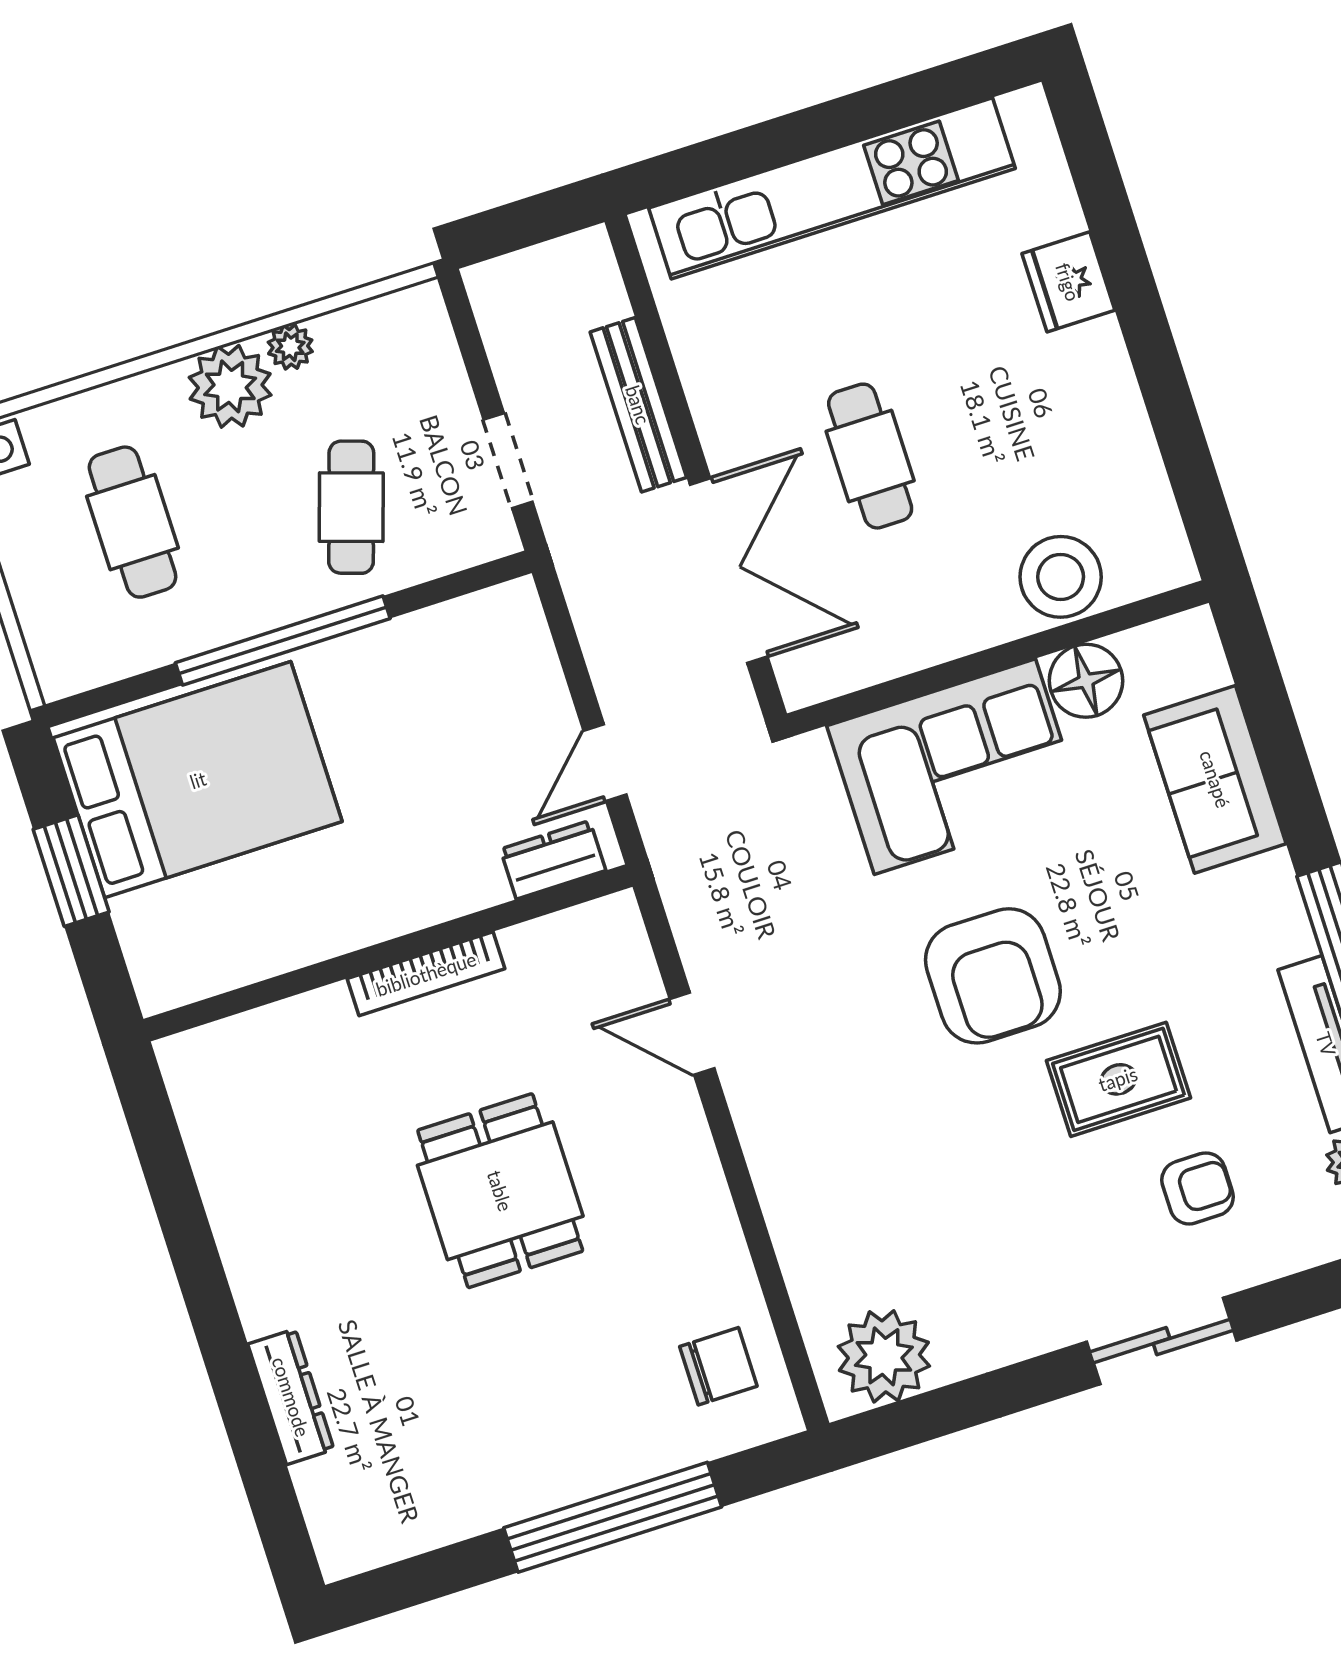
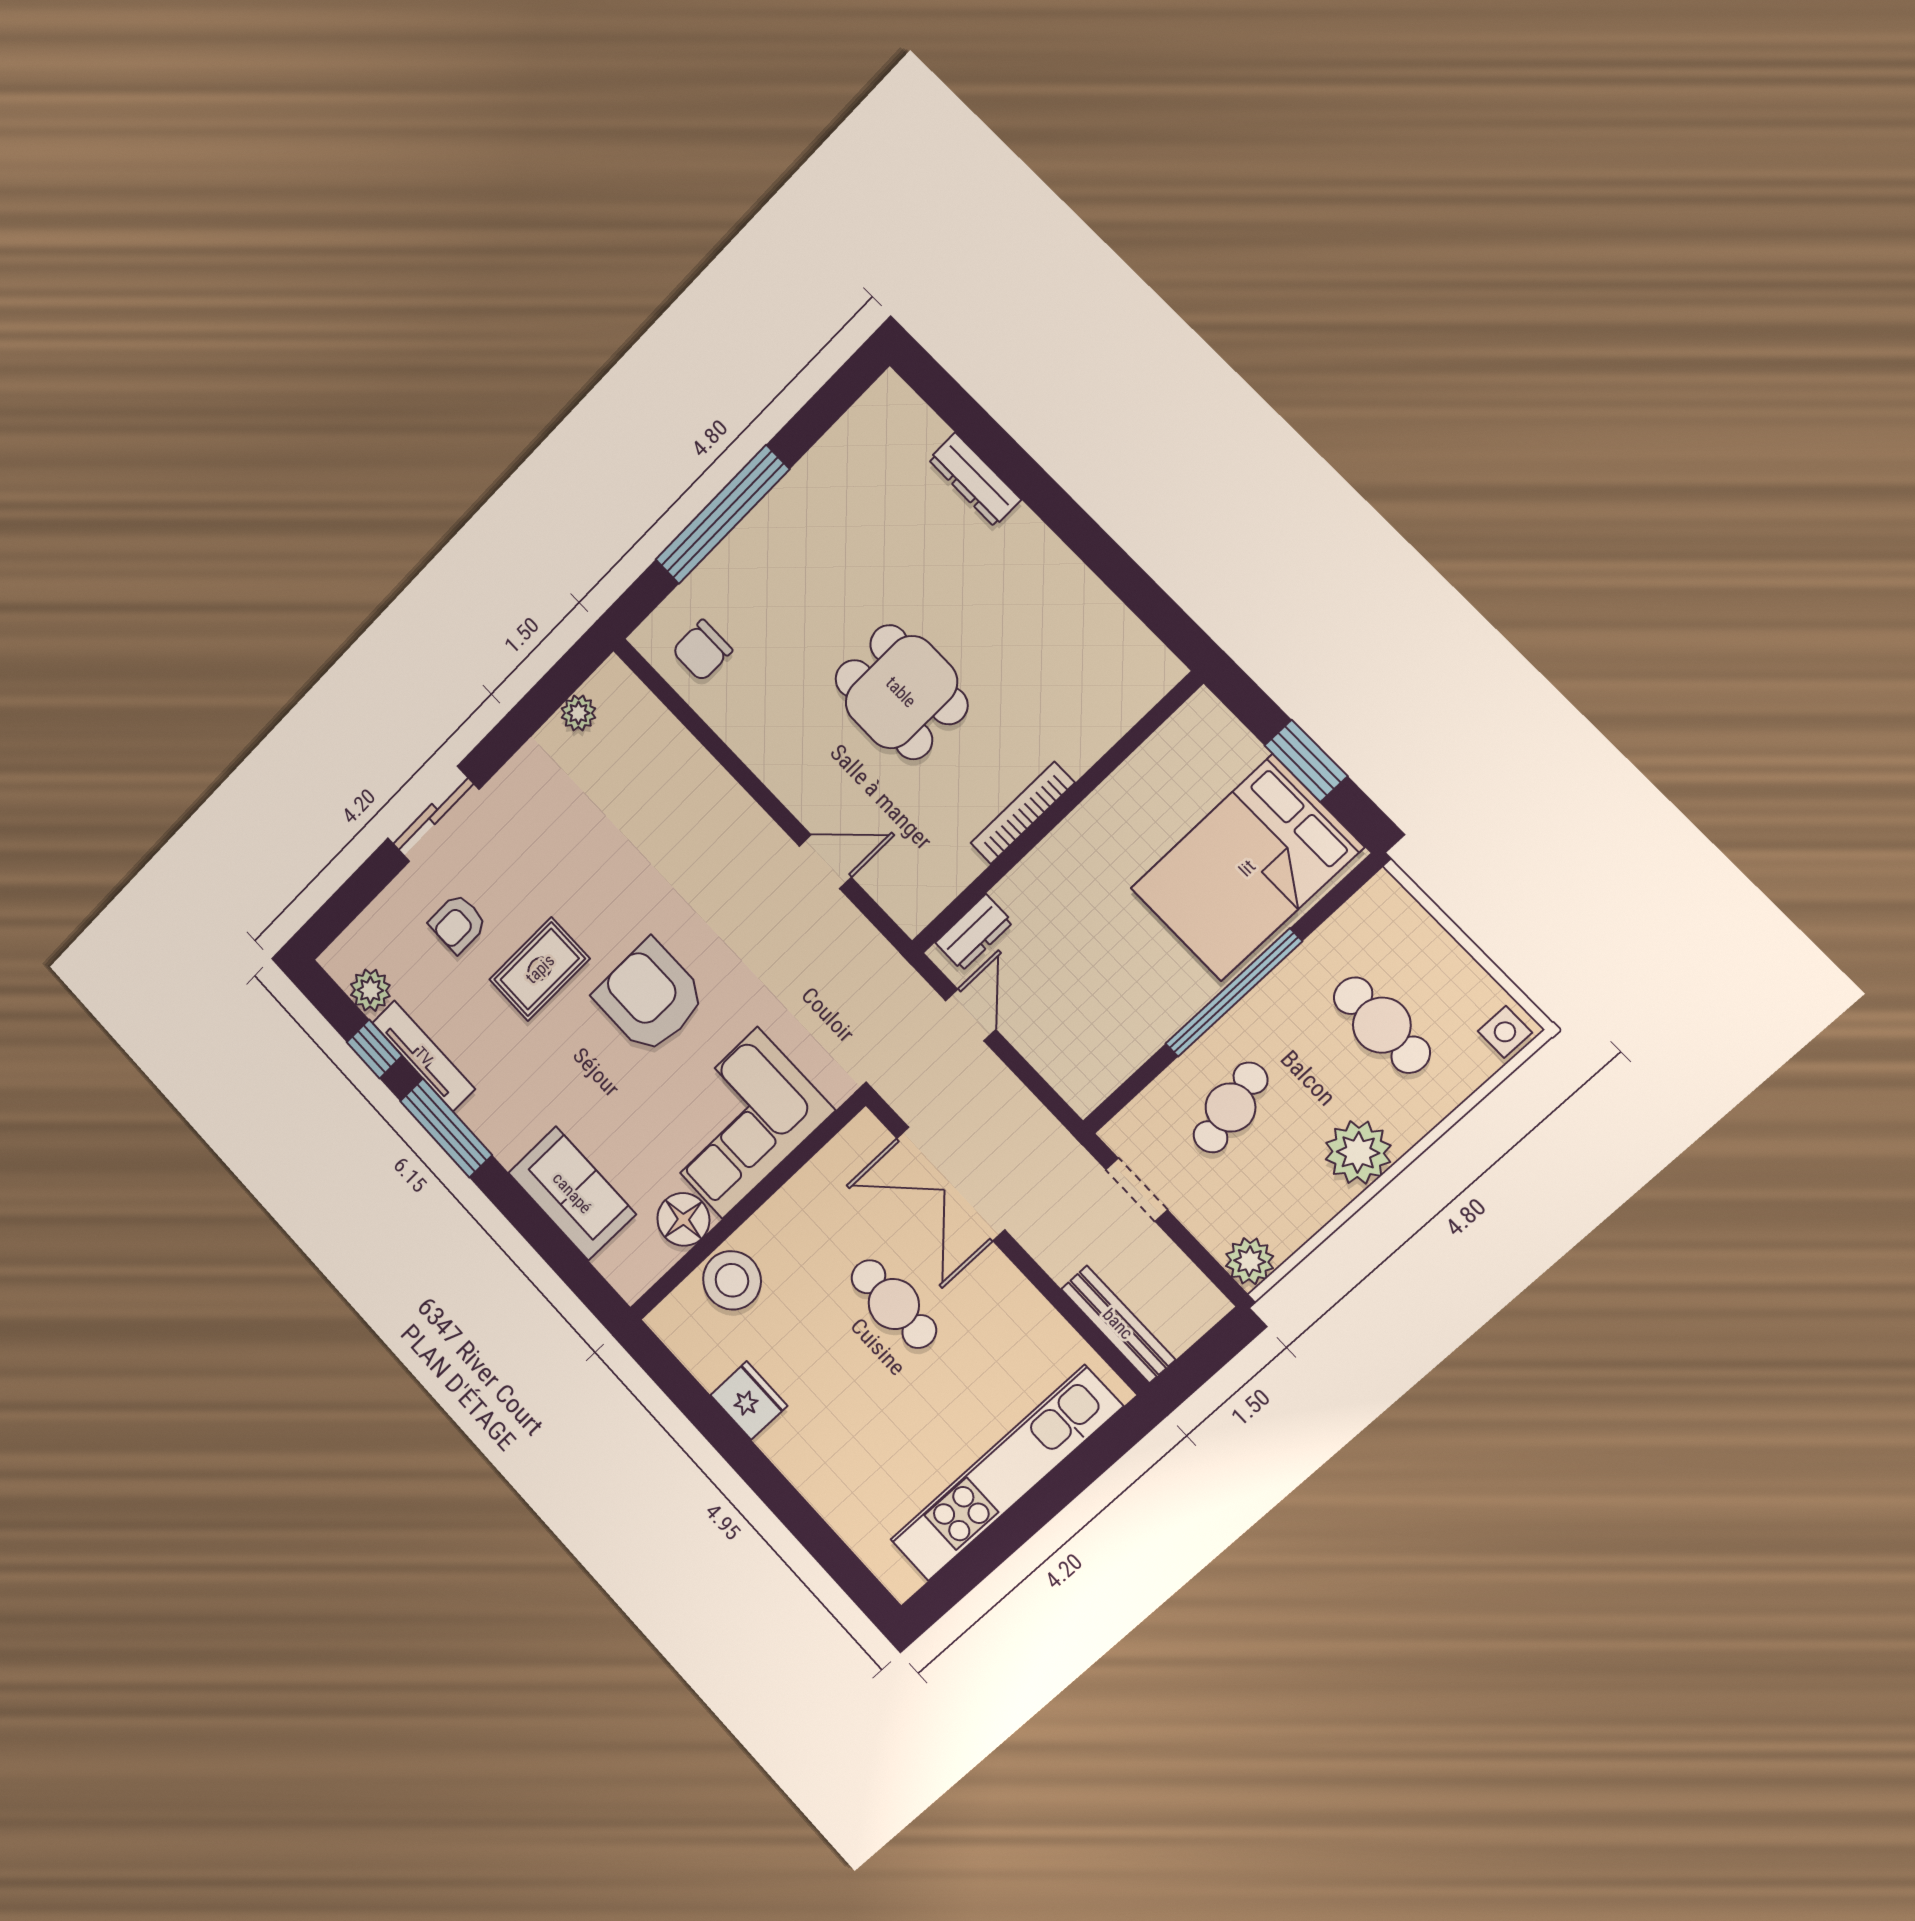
fridge: (1068, 282) -> (749, 1400), moved
plant: (290, 347) -> (1250, 1261), moved, width x1.38, depth x1.38
bench: (638, 405) -> (1118, 1324), moved
cafe table: (351, 507) -> (1230, 1108), turned 59
plant: (884, 1356) -> (578, 713), width x0.53, depth x0.53

